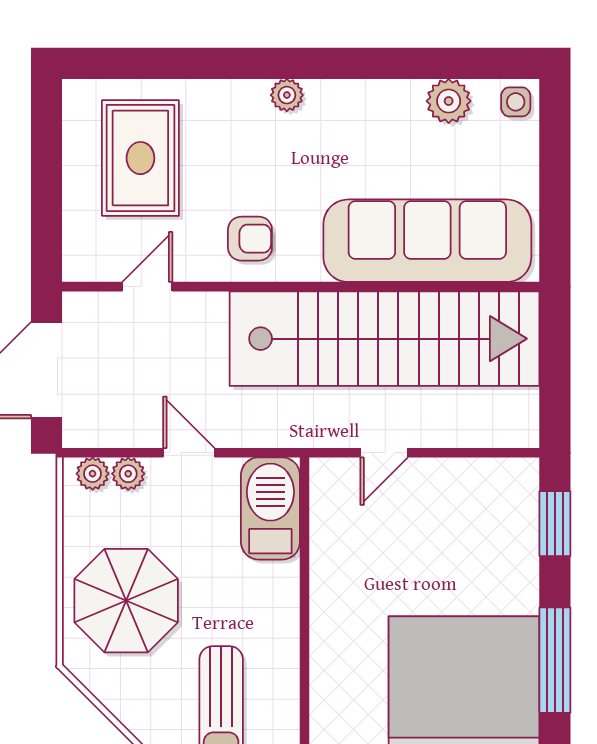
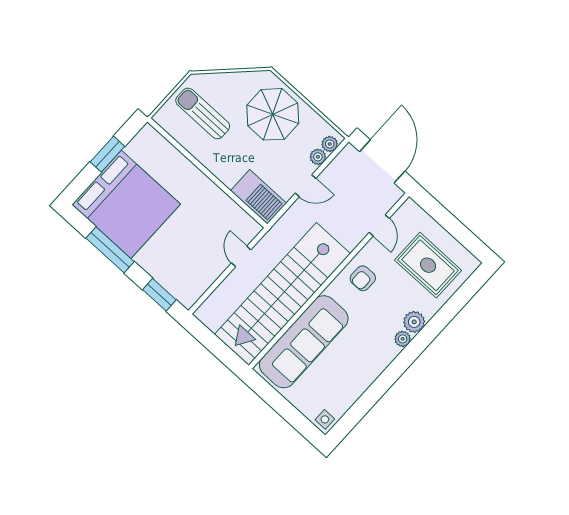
plant: (449, 101) -> (414, 322), moved

